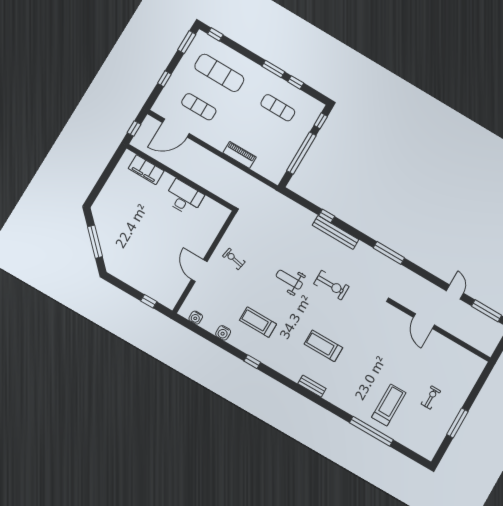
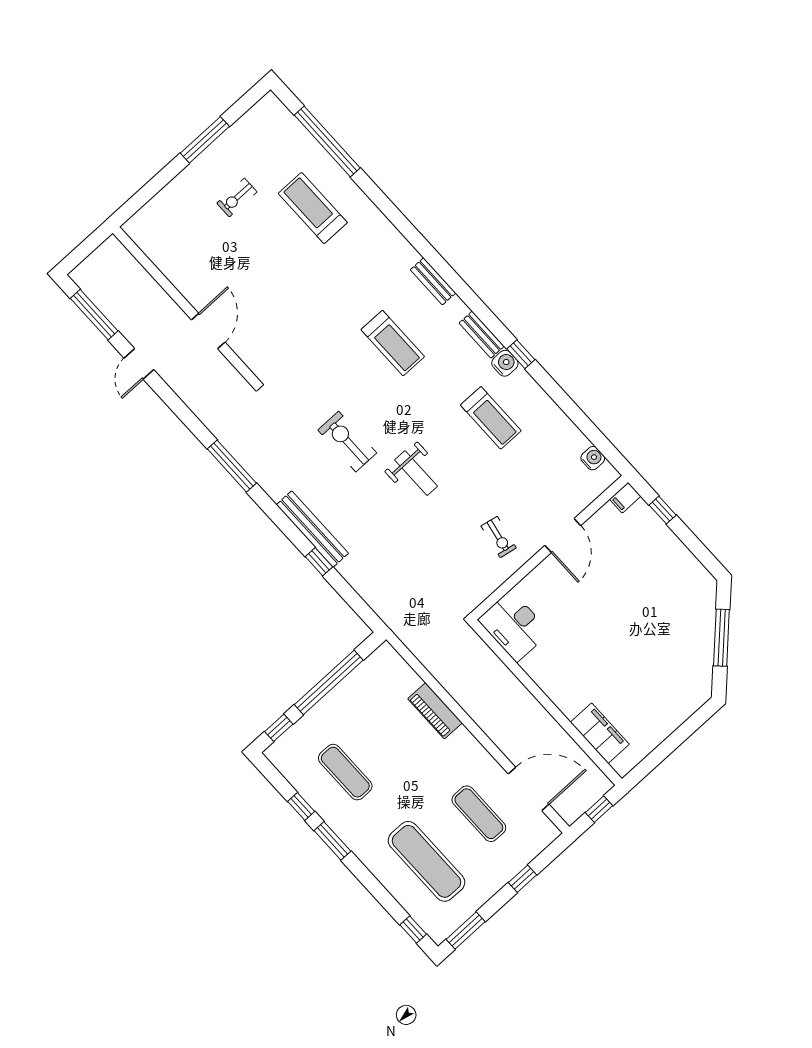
desk: (184, 198) -> (514, 626), moved
filing cabinet: (171, 302) -> (625, 498), added
water cooler: (223, 333) -> (505, 363), moved
bench: (277, 366) -> (482, 335), added
treadmill: (389, 405) -> (313, 208), turned 90
window: (371, 431) -> (327, 141), moved

